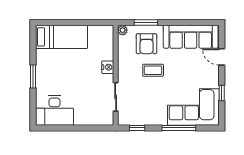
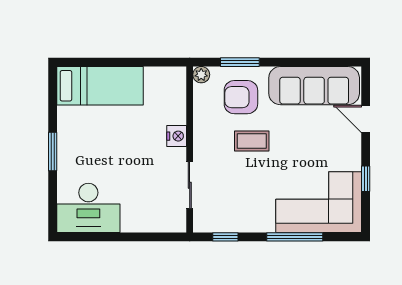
armchair: (147, 44) -> (241, 97), turned 90

